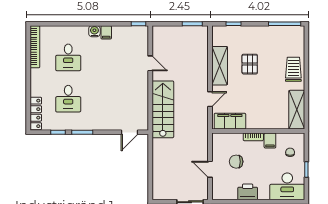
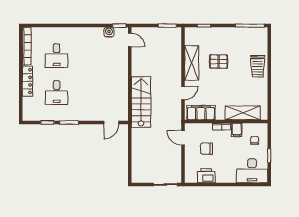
water cooler: (94, 31) -> (109, 32), moved
filing cabinet: (106, 32) -> (90, 33), removed
door: (150, 63) -> (130, 40), moved
pallet: (250, 64) -> (219, 62), turned 90
trolley: (293, 69) -> (258, 66), turned 180
shelving: (297, 110) -> (243, 113), moved, turned 90
locker: (36, 113) -> (28, 81), moved
door: (210, 169) -> (183, 138), moved
printer: (248, 192) -> (206, 176), moved

